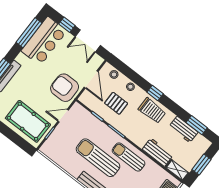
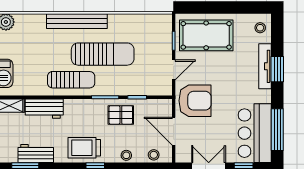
pallet: (116, 103) -> (121, 115), moved

